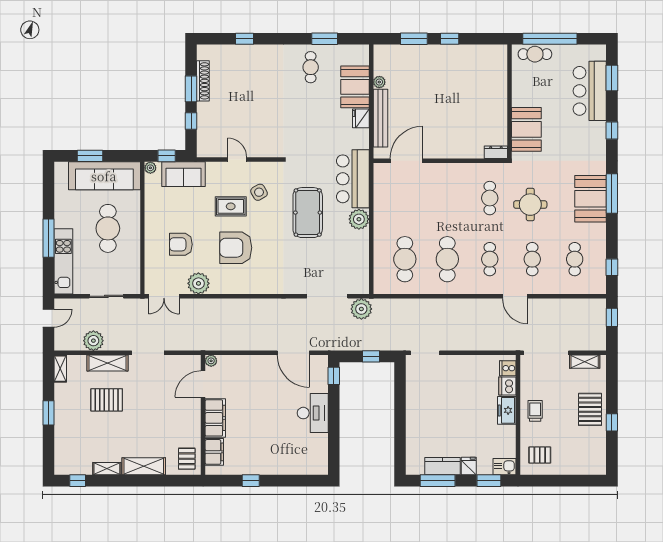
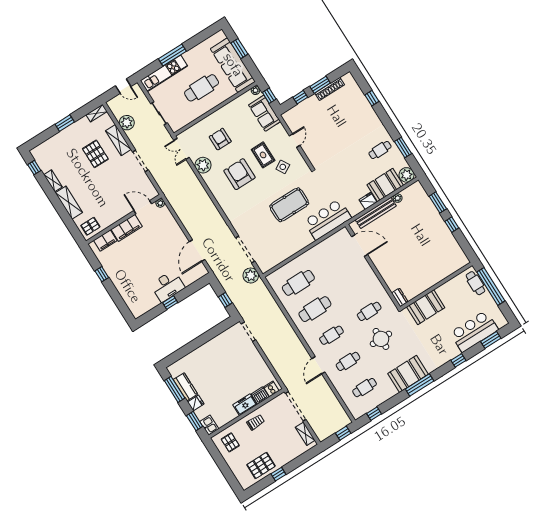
plant: (359, 219) -> (406, 175), moved
window: (334, 376) -> (170, 303), moved
pallet: (590, 409) -> (261, 465), moved

